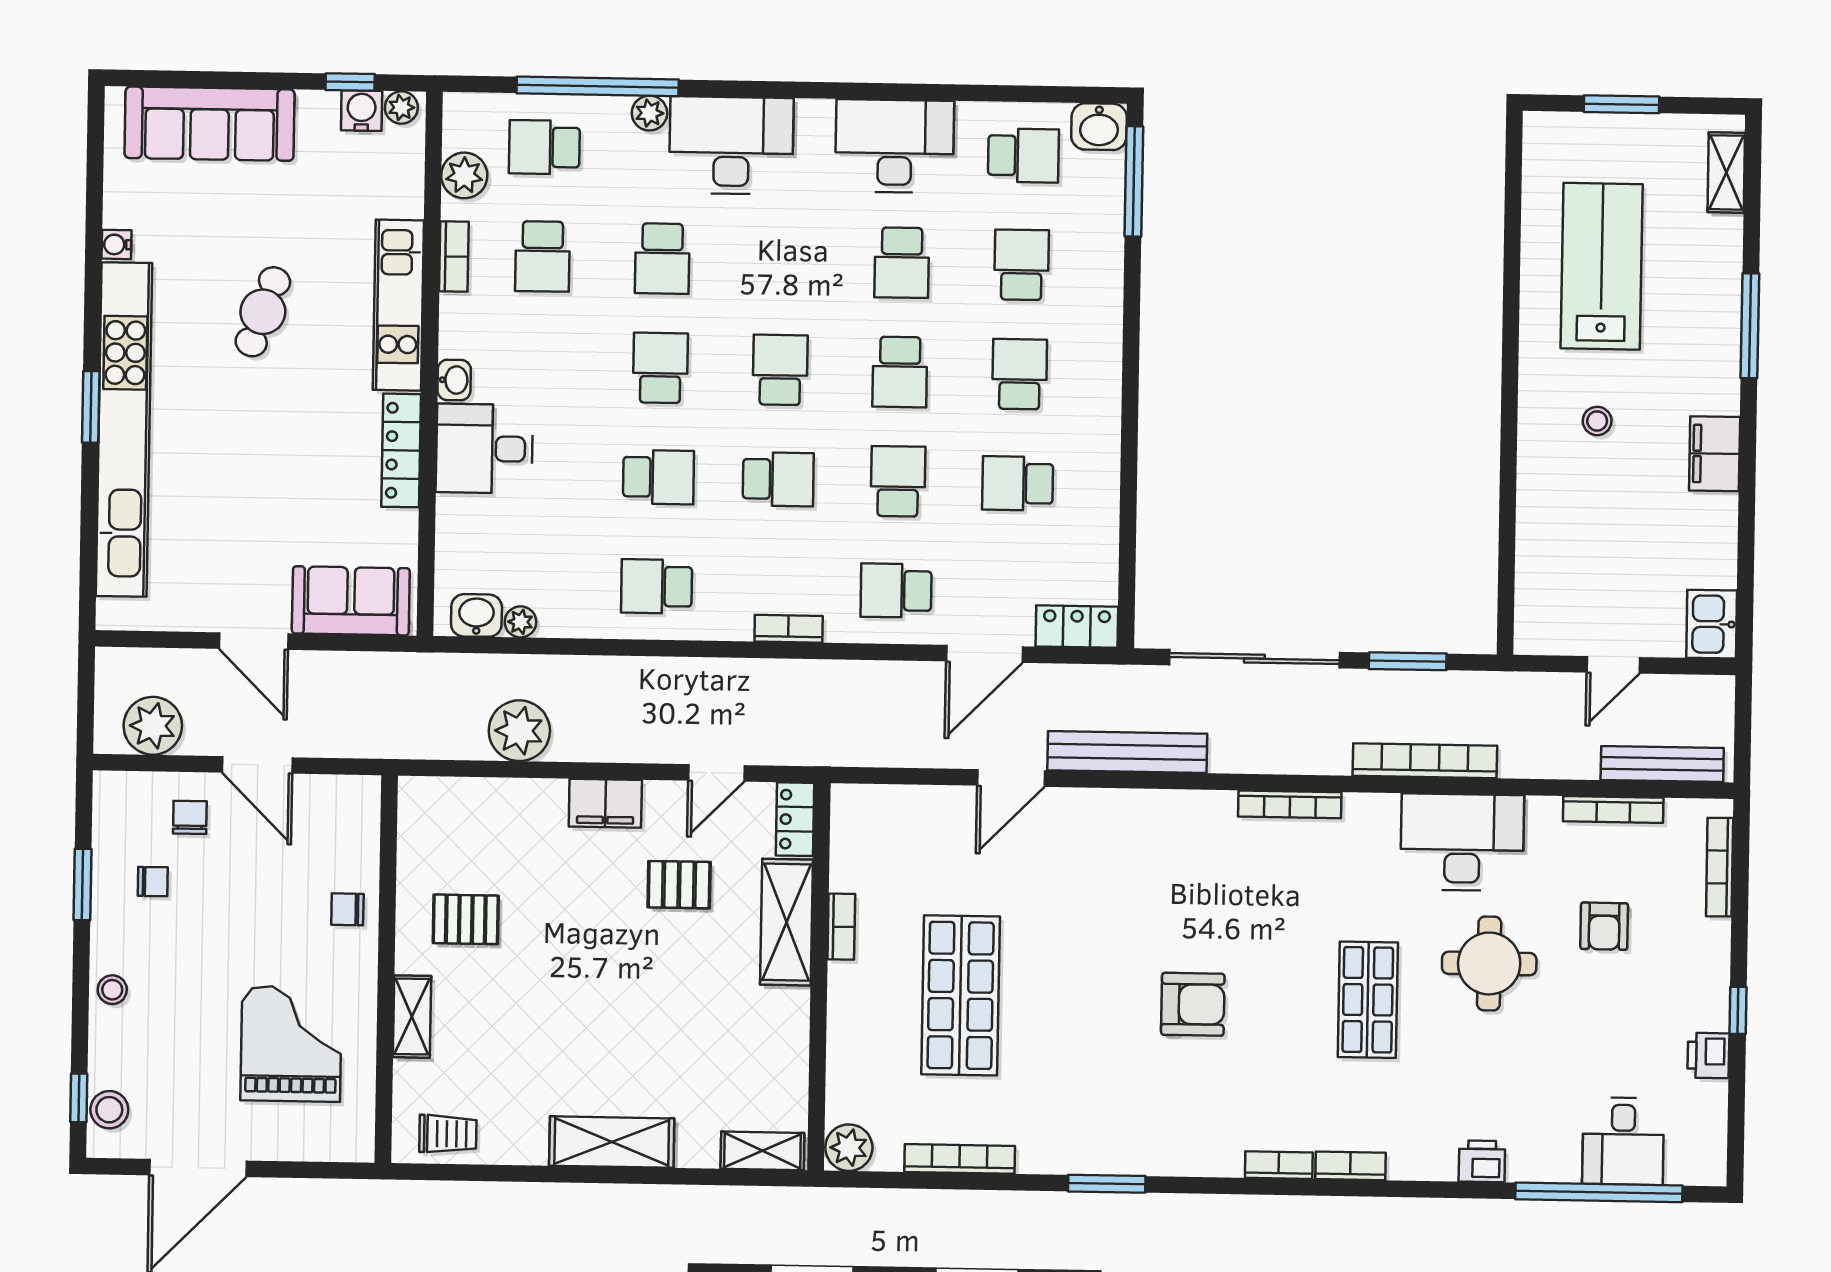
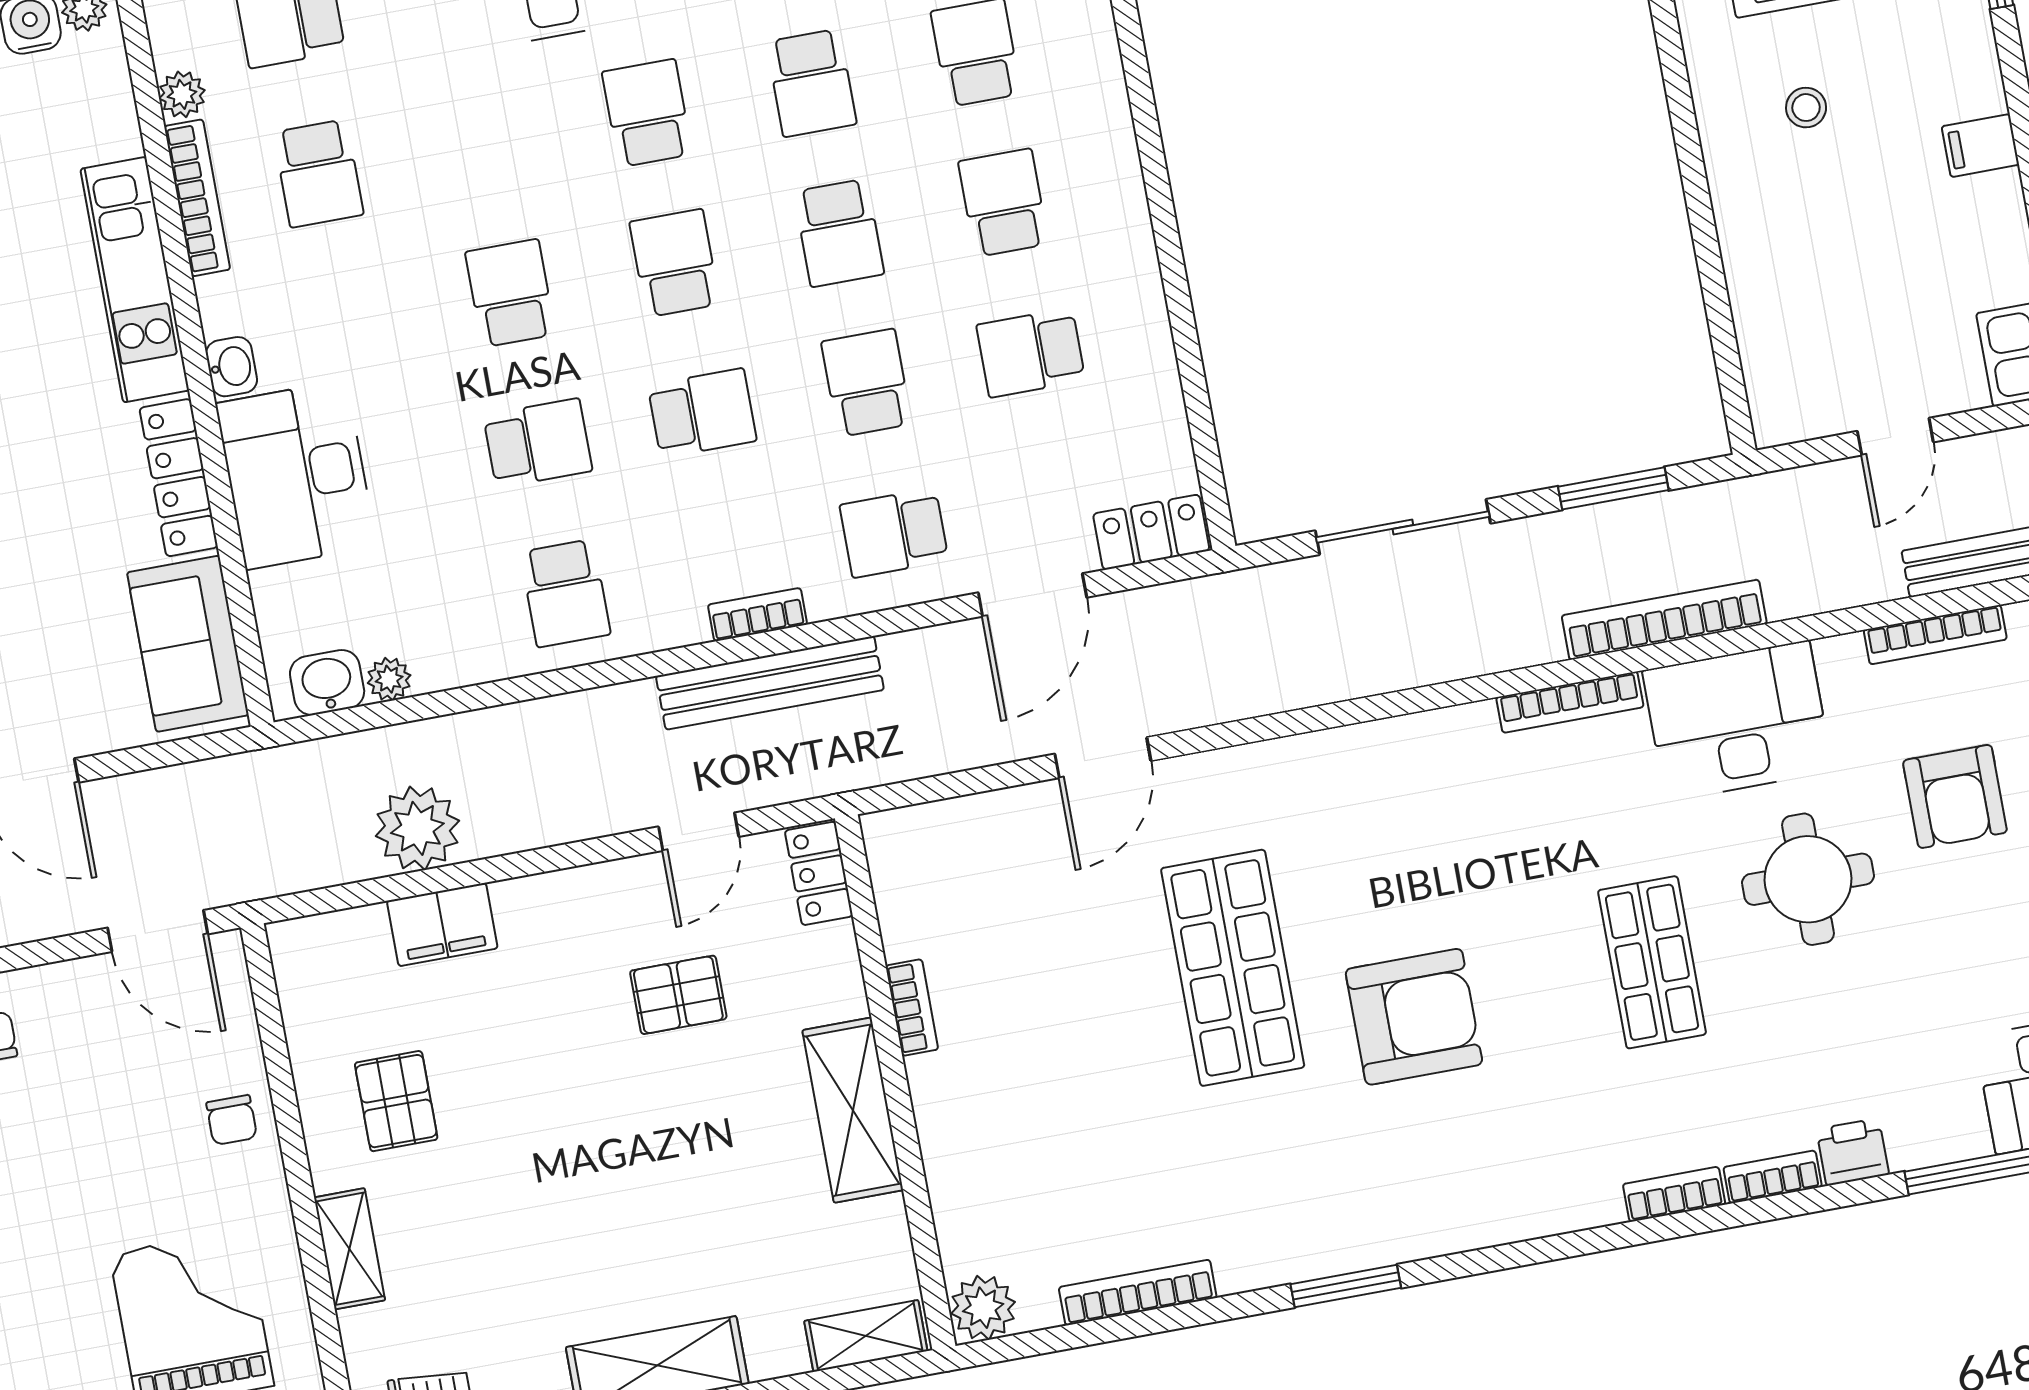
plant: (464, 175) -> (182, 94), width x0.73, depth x0.73
bookcase: (454, 256) -> (197, 198), width x1.56
school desk: (662, 259) -> (647, 113), moved, turned 180
desk: (484, 449) -> (296, 475), width x1.37
filing cabinet: (1715, 454) -> (1980, 146), width x0.50
school desk: (657, 586) -> (565, 593), turned -90
sofa: (351, 601) -> (188, 644), moved, turned -90
sliding door: (1254, 659) -> (1403, 527), width x0.73
bench: (1127, 752) -> (770, 683), moved
door: (257, 765) -> (158, 931), moved
filing cabinet: (605, 803) -> (442, 925), moved
bookcase: (1290, 804) -> (1570, 702), moved
chair: (347, 909) -> (232, 1120), turned -90
pallet: (466, 919) -> (396, 1101), turned 90
shelving: (786, 922) -> (853, 1110), moved
armchair: (1604, 926) -> (1955, 796), width x1.38, depth x1.38
shop shelf: (961, 995) -> (1233, 968), moved
armchair: (1193, 1004) -> (1414, 1017), width x1.36, depth x1.36
bookcase: (1279, 1165) -> (1773, 1177), moved

